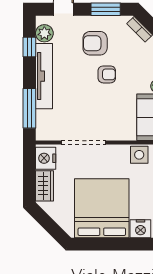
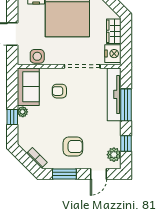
armchair: (107, 74) -> (59, 91), moved
tv unit: (44, 76) -> (114, 94), moved
window: (29, 108) -> (126, 105), moved

